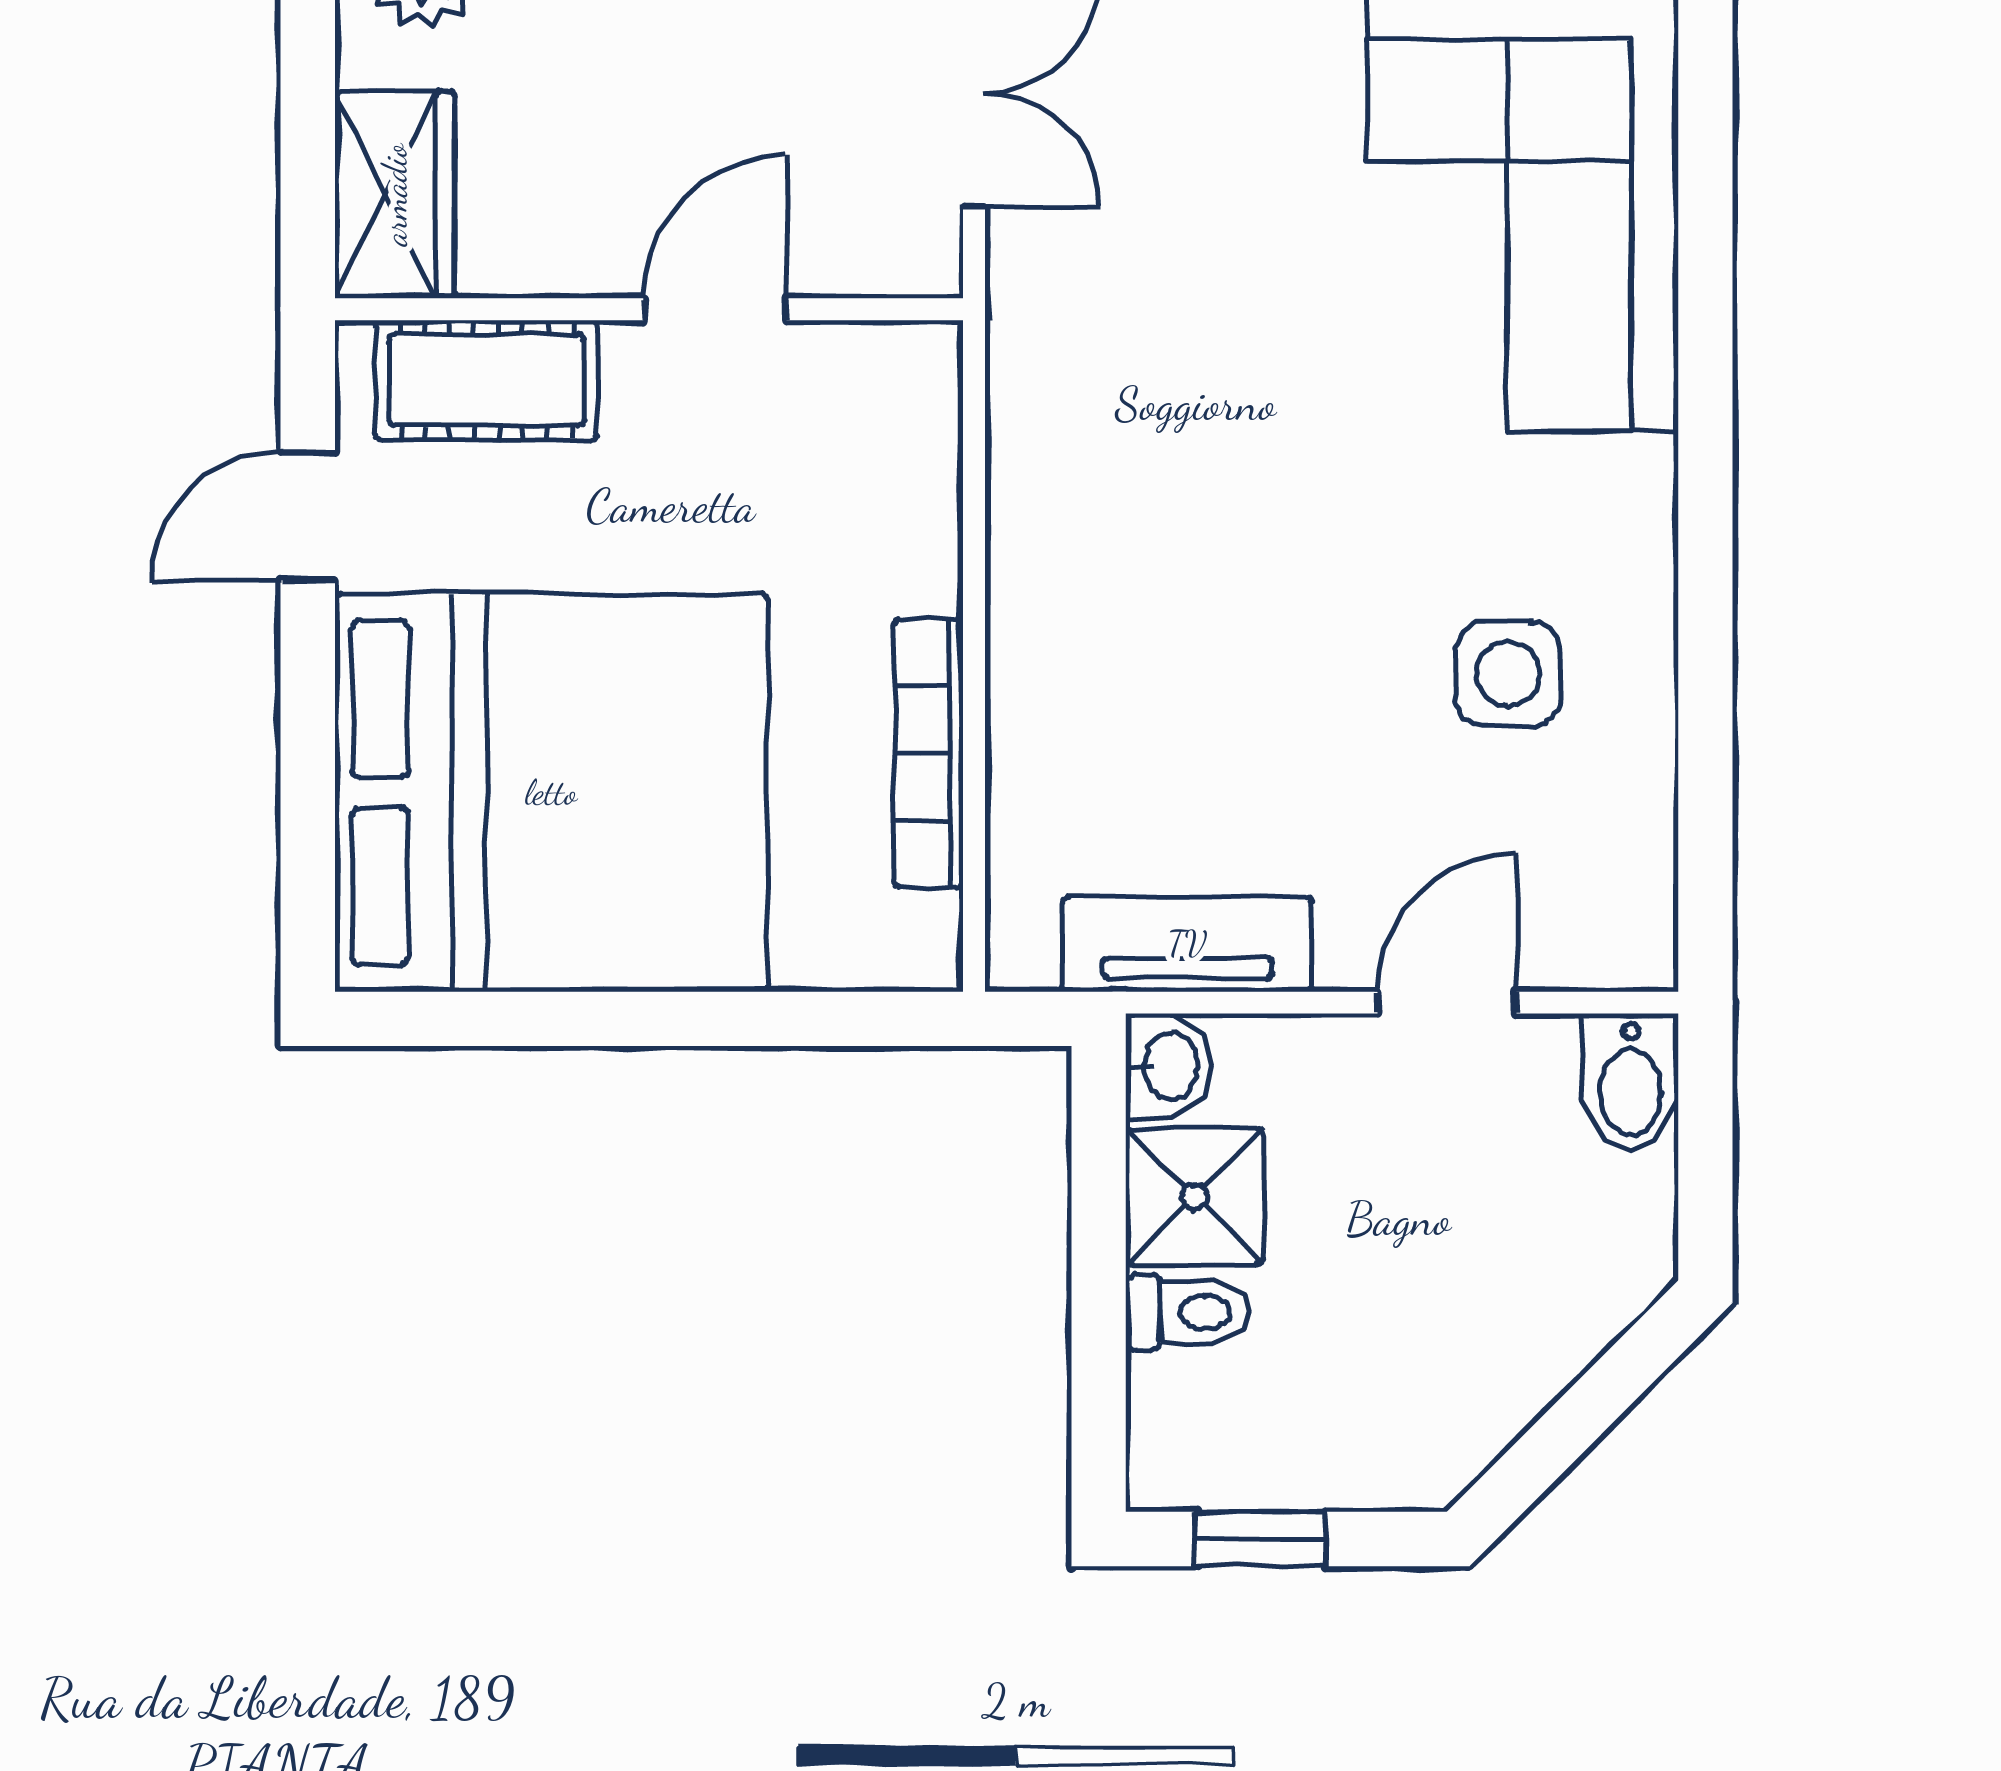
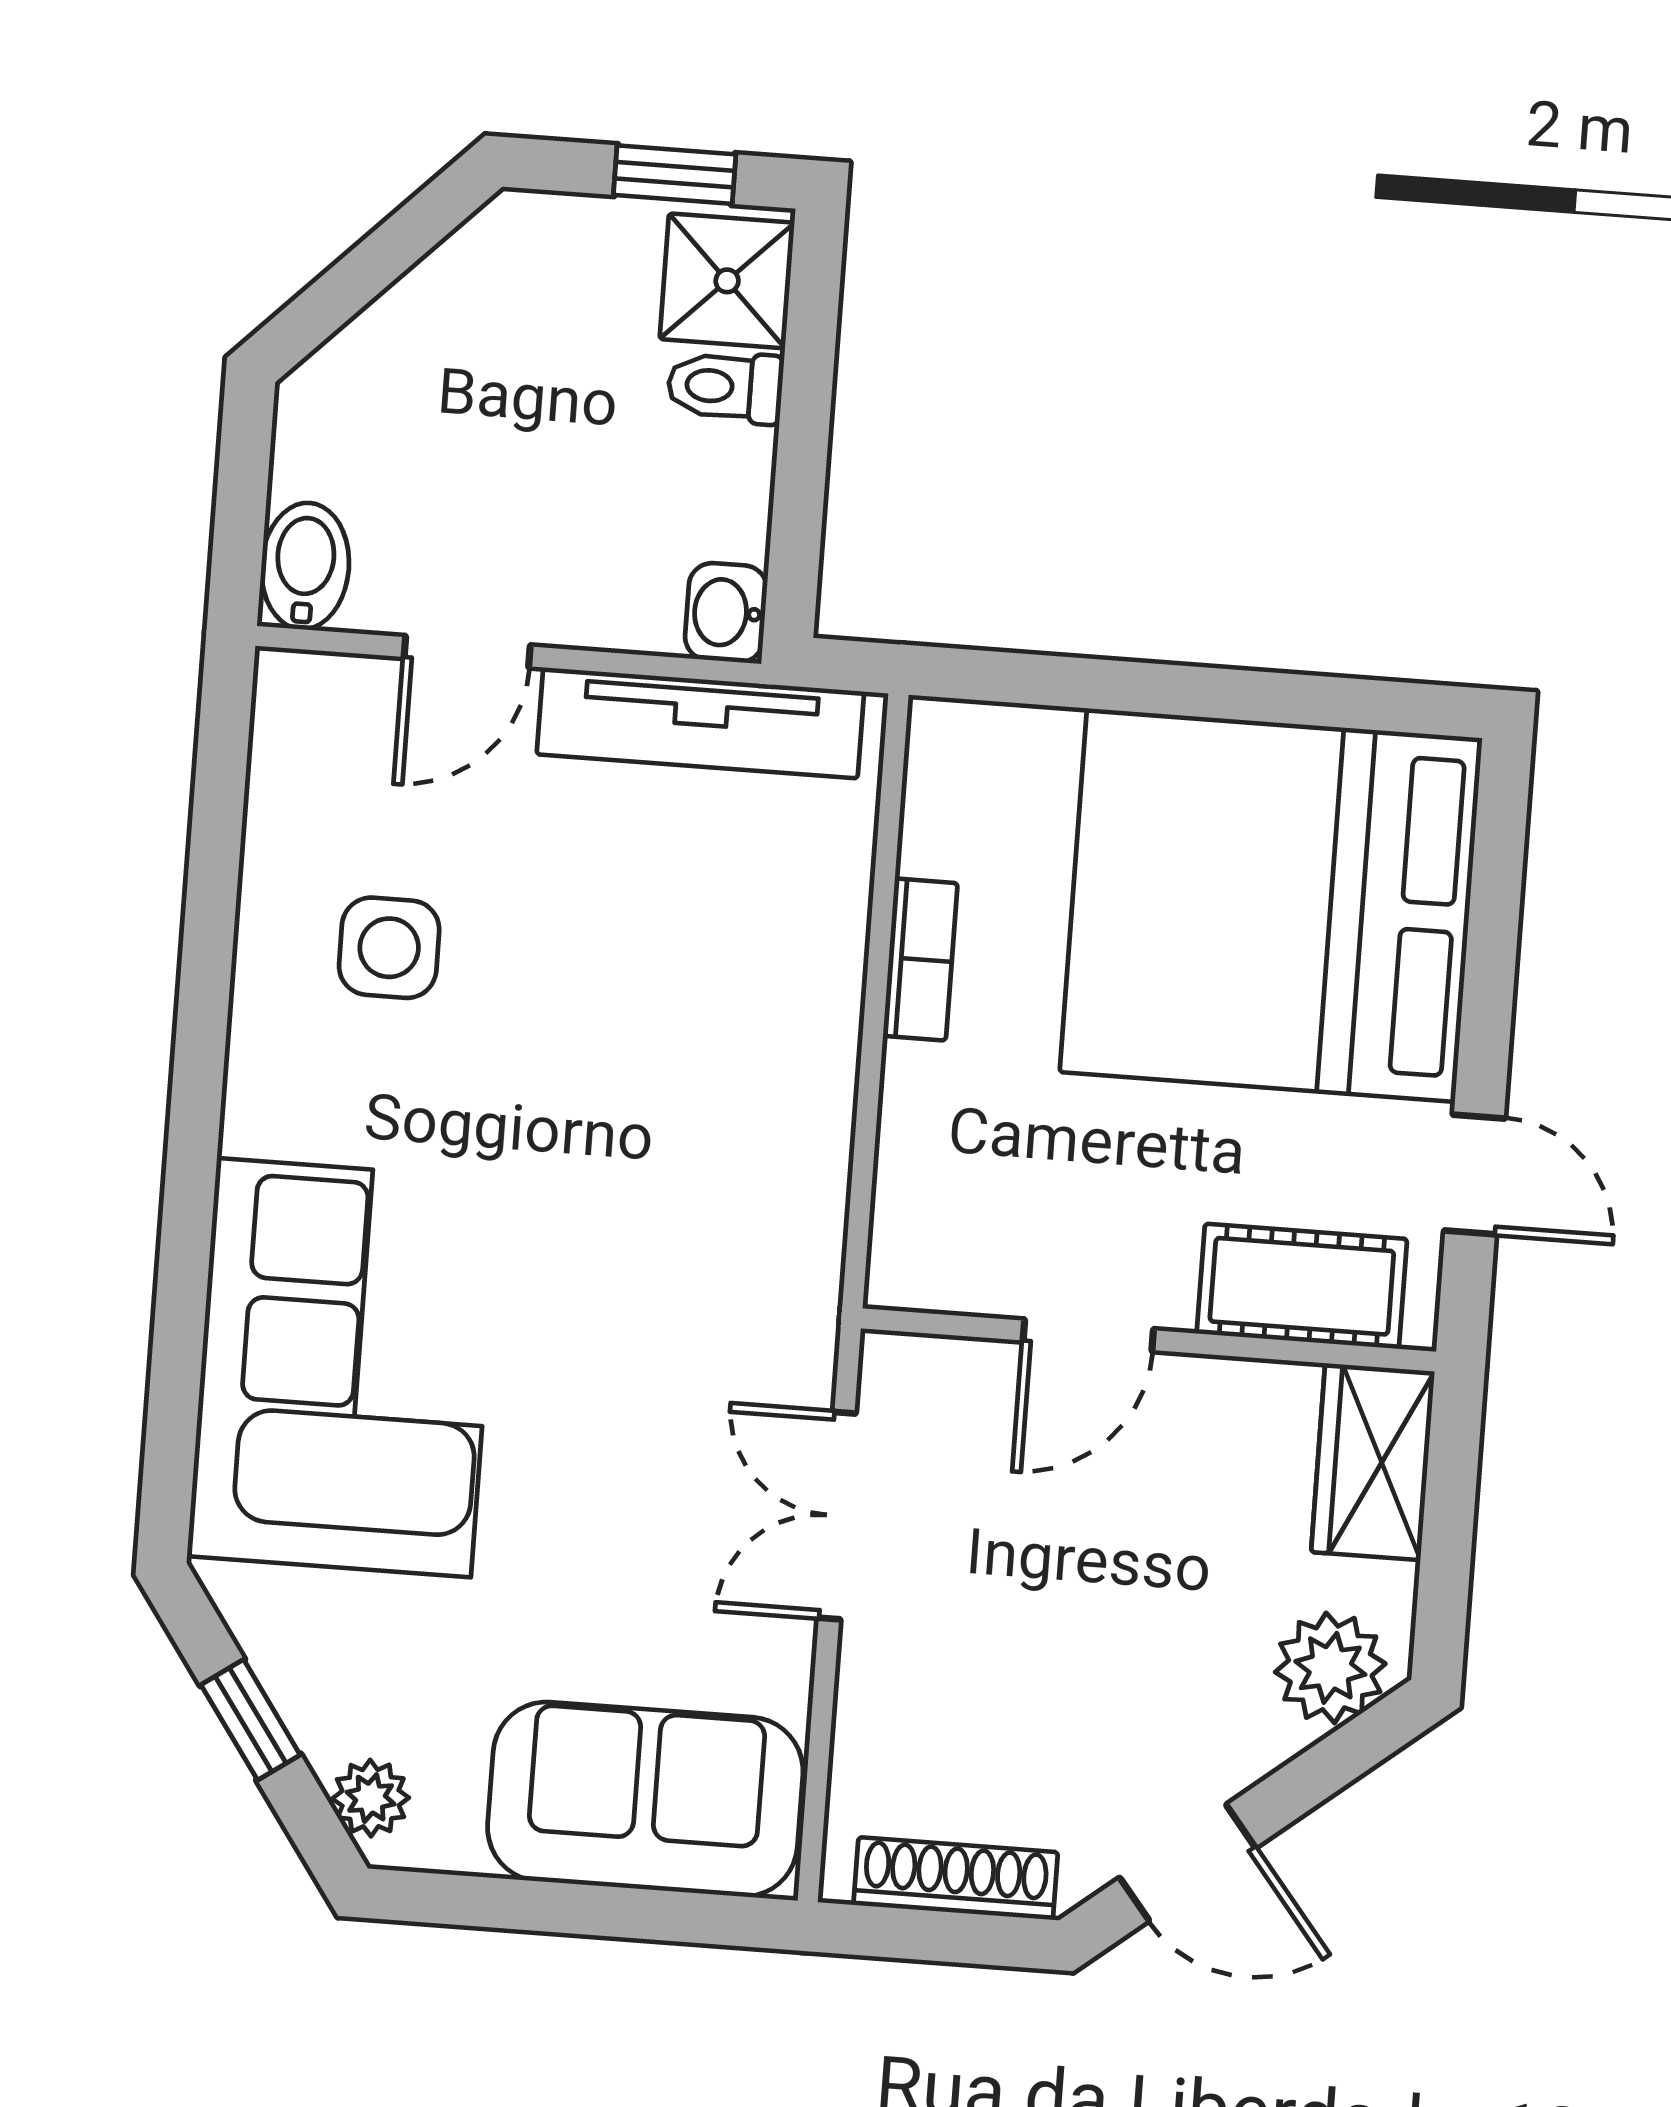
door: (308, 516) -> (1474, 1175), hinge flipped
bookcase: (929, 753) -> (920, 959), width x0.64
tv unit: (1187, 944) -> (700, 723), width x1.41
shower: (1195, 1197) -> (727, 281), moved

